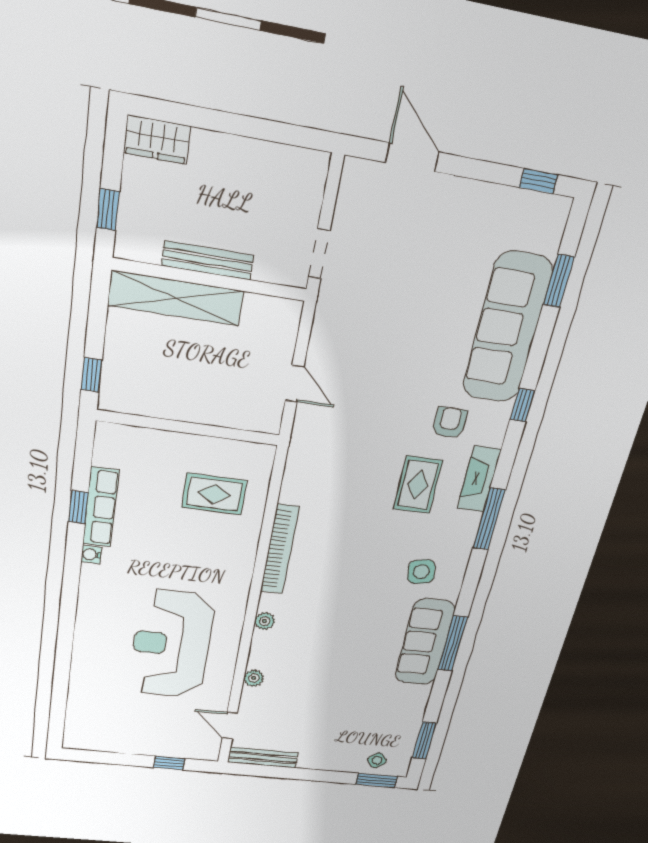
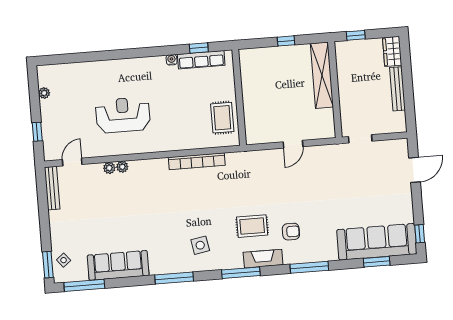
bench: (208, 260) -> (398, 89), moved
sofa: (507, 328) -> (377, 242), moved
window: (91, 375) -> (286, 41), moved
window: (522, 405) -> (309, 267), width x2.17
wall: (189, 428) -> (239, 97), moved
plant: (265, 621) -> (122, 167), moved
sofa: (425, 642) -> (118, 265), moved
window: (453, 643) -> (174, 278), moved
reception desk: (171, 644) -> (123, 115), width x0.74, depth x0.77
window: (424, 741) -> (84, 285), width x1.44
plant: (109, 745) -> (44, 93), added

